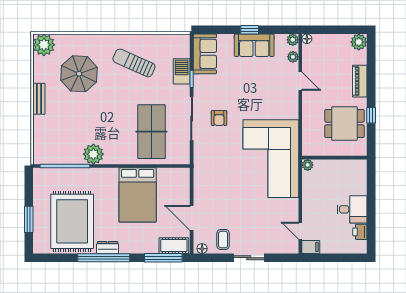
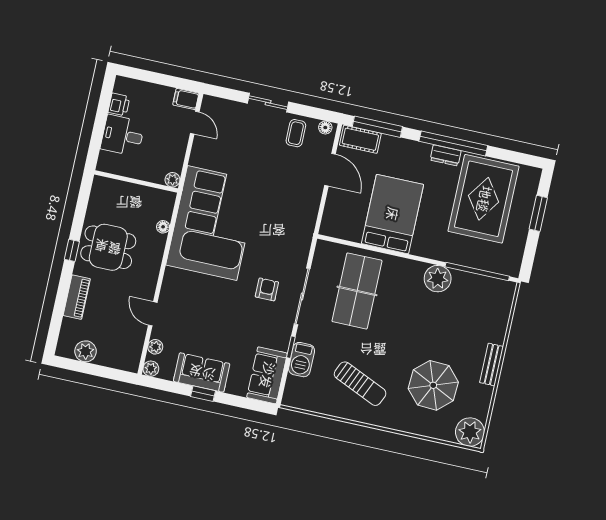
floor lamp: (307, 39) -> (163, 227), moved
plant: (359, 42) -> (86, 351), moved
wall: (334, 158) -> (136, 181), moved
plant: (308, 165) -> (172, 180), moved

